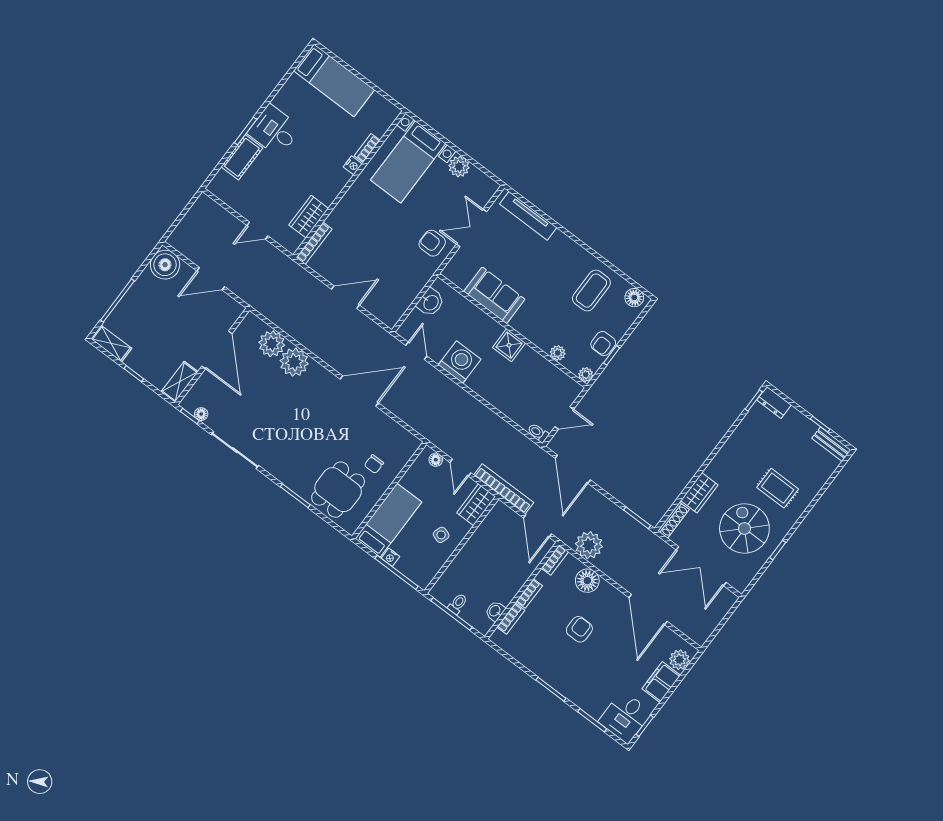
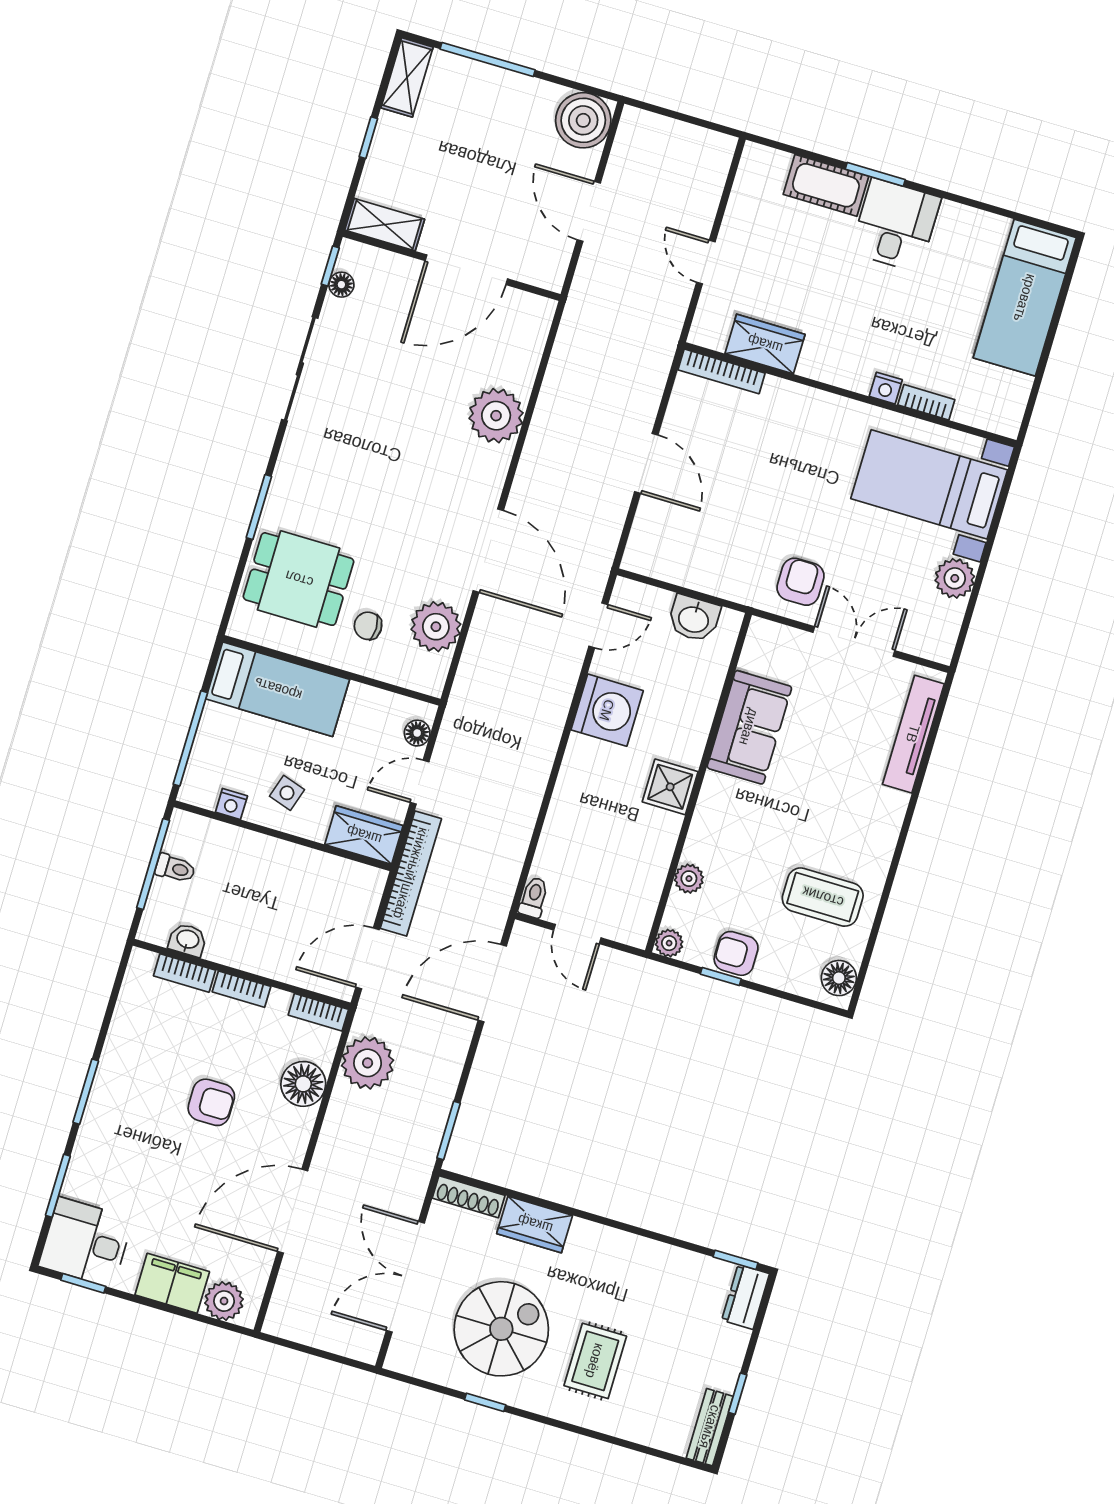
plant: (272, 344) -> (436, 627), moved
nightstand: (390, 557) -> (231, 804), moved, turned -90

